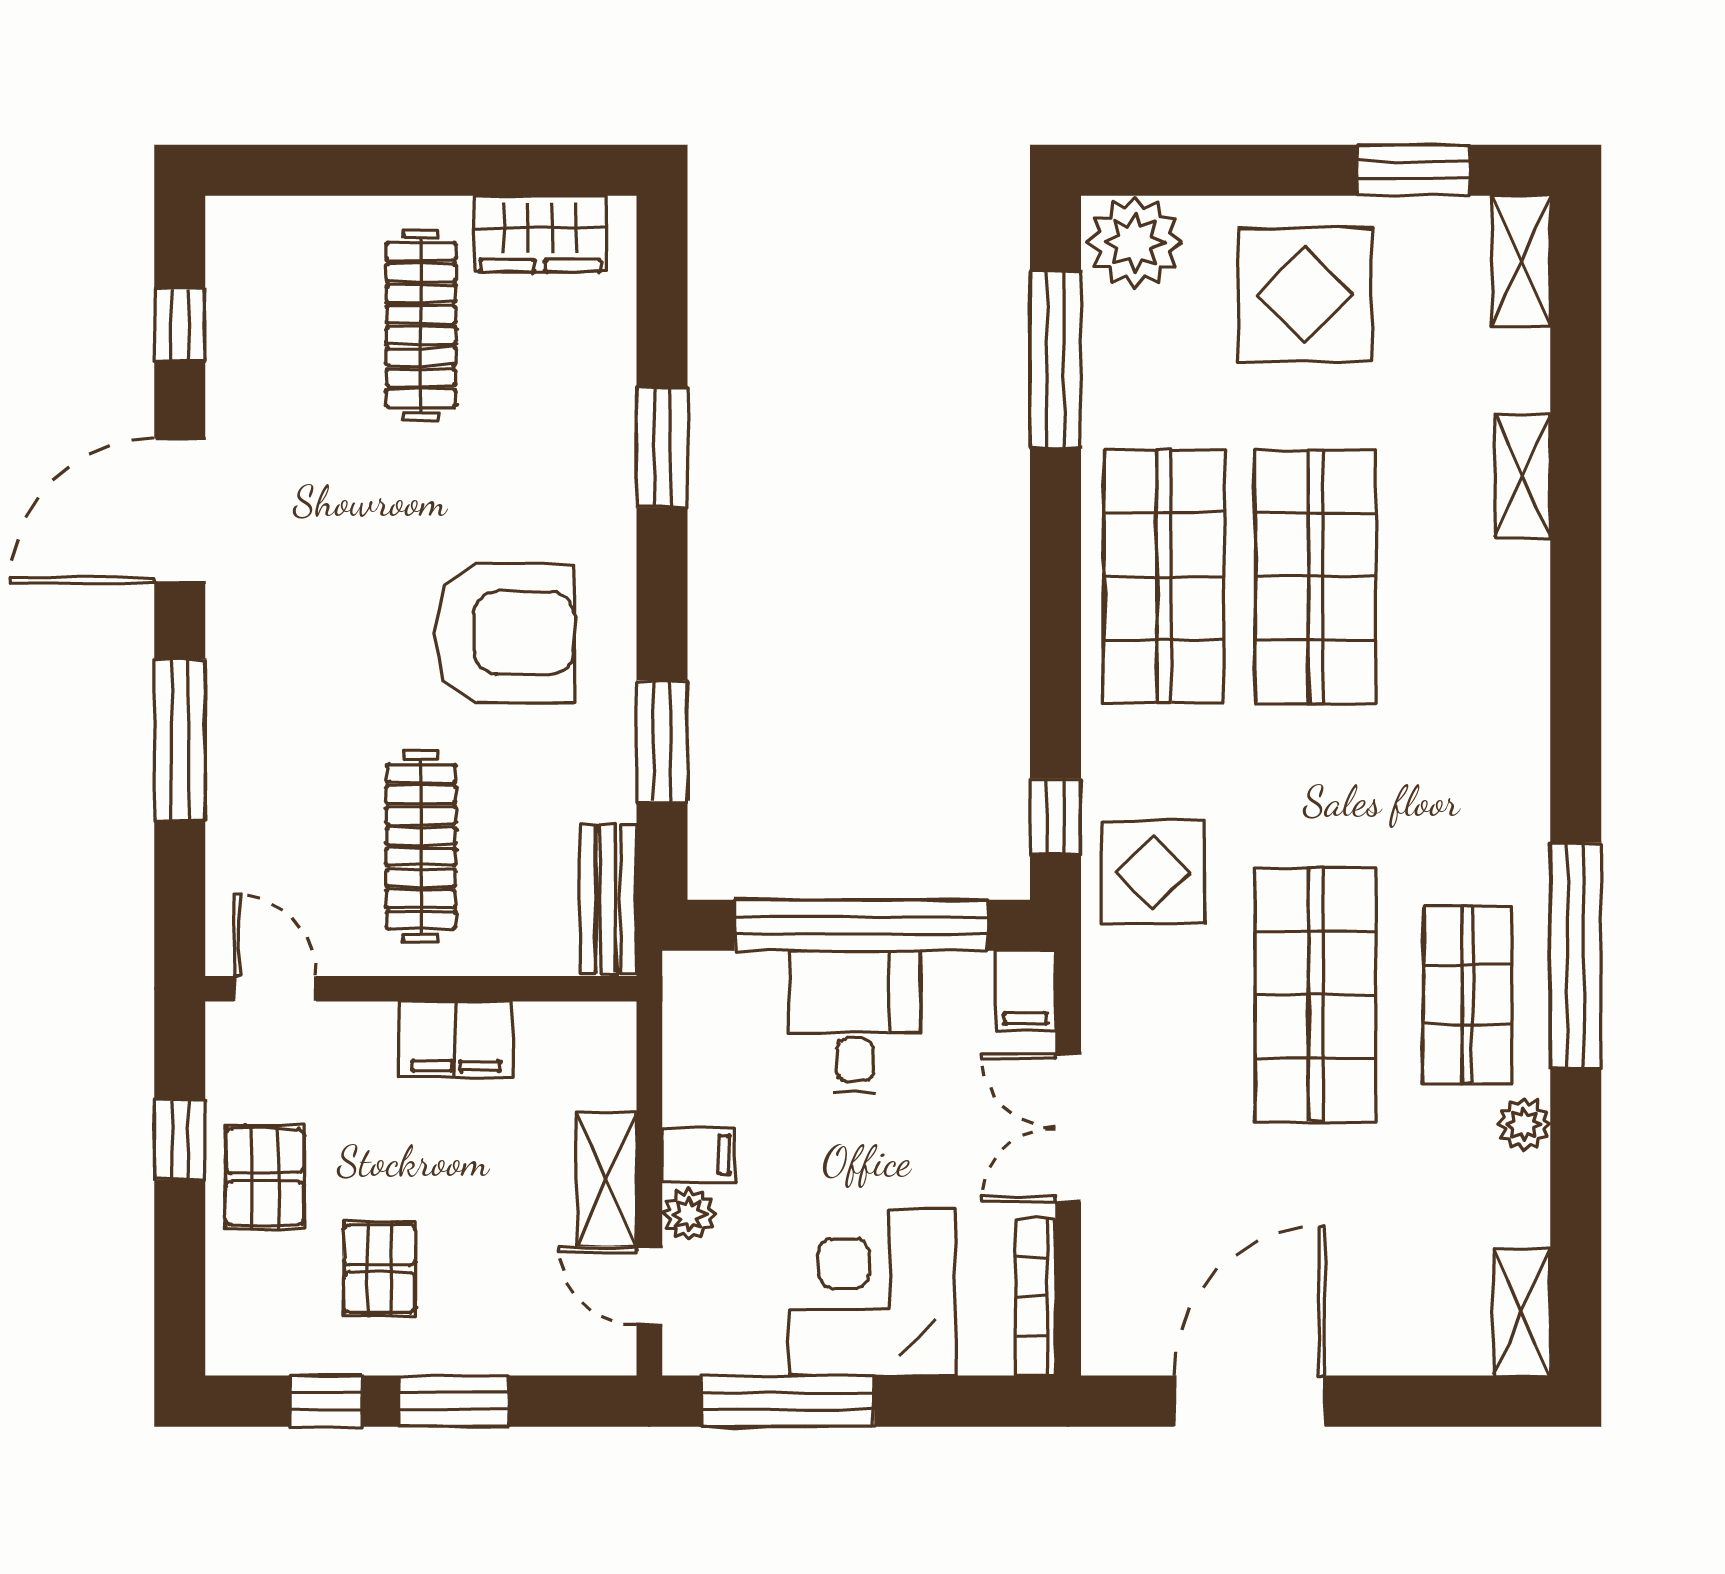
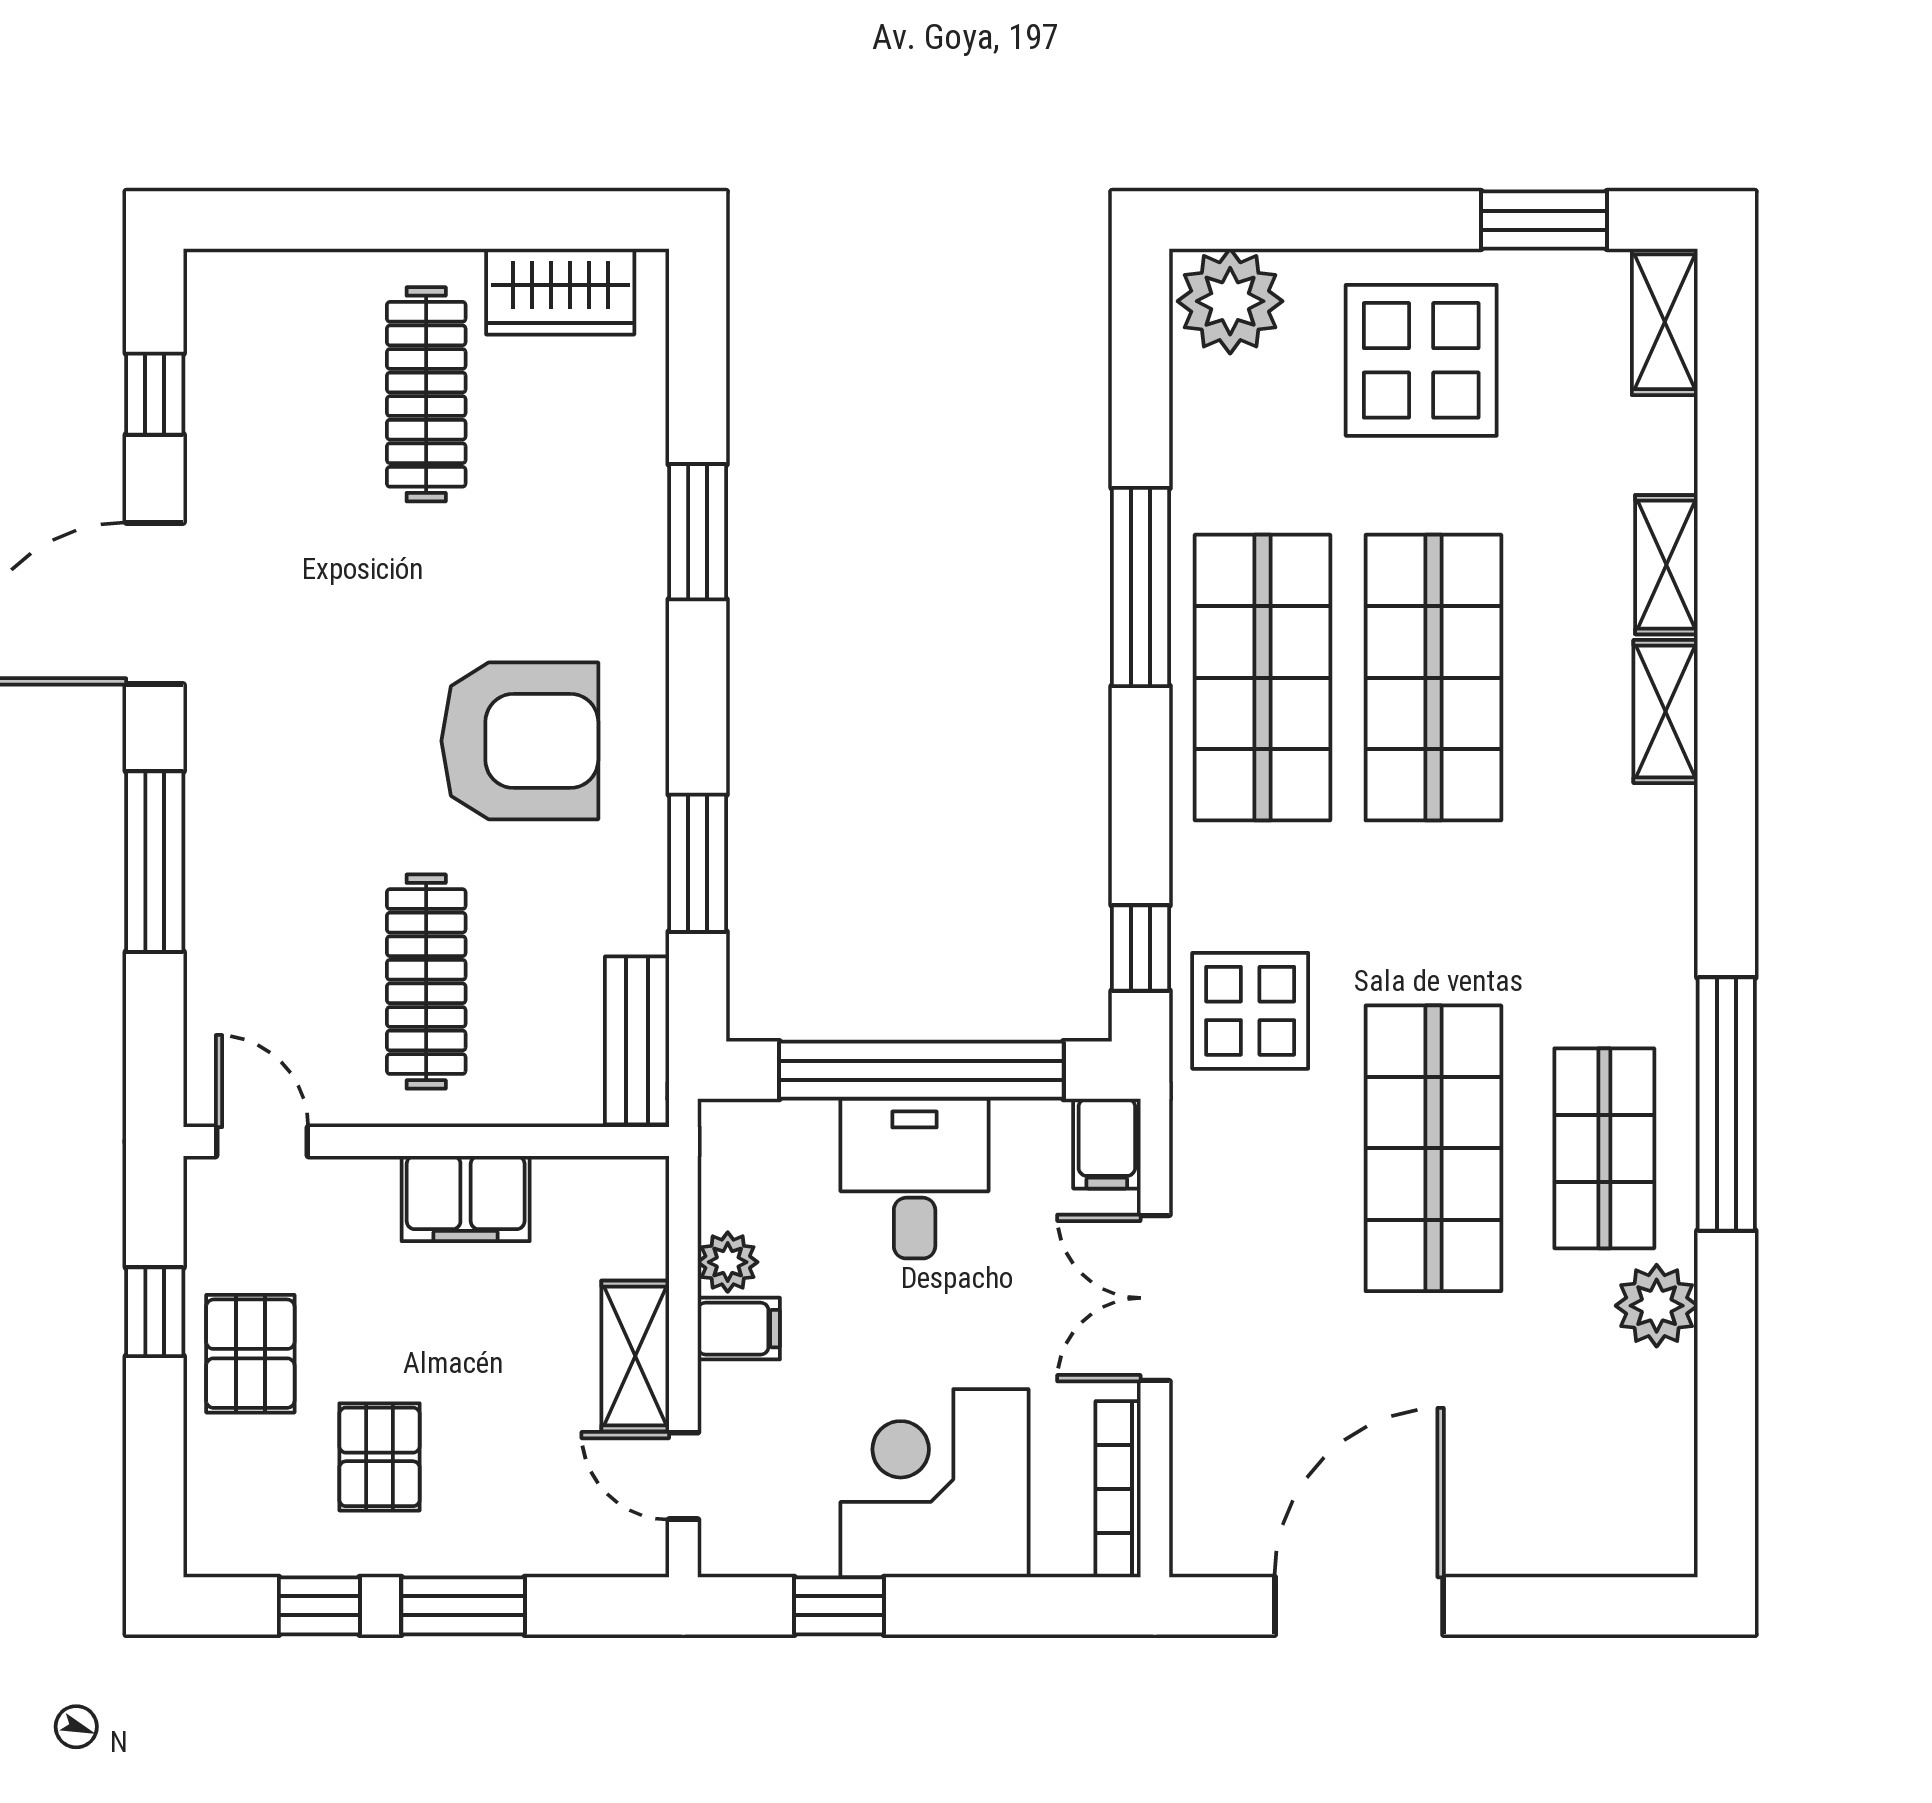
window: (1055, 359) -> (1141, 587), moved
plant: (1524, 1125) -> (1657, 1306), width x1.38, depth x1.38
plant: (689, 1214) -> (728, 1262), moved
shelving: (1522, 1312) -> (1666, 712), moved
window: (788, 1401) -> (839, 1606), width x0.46

